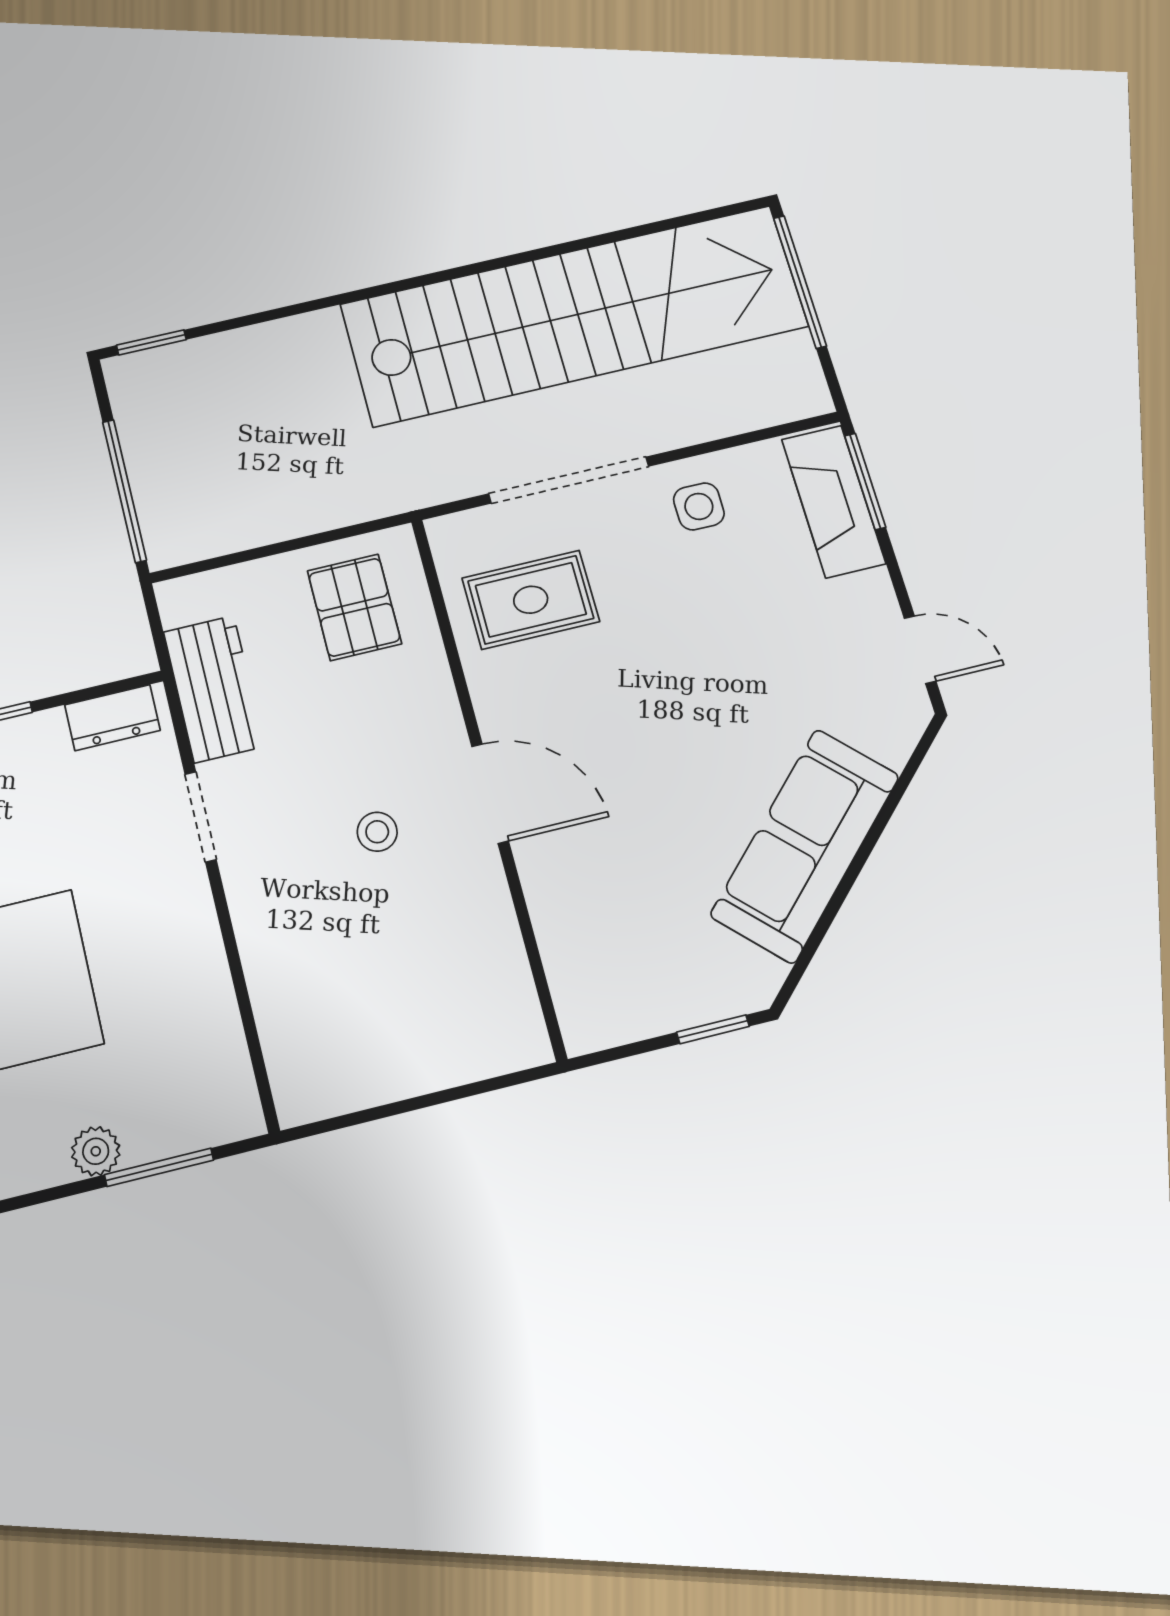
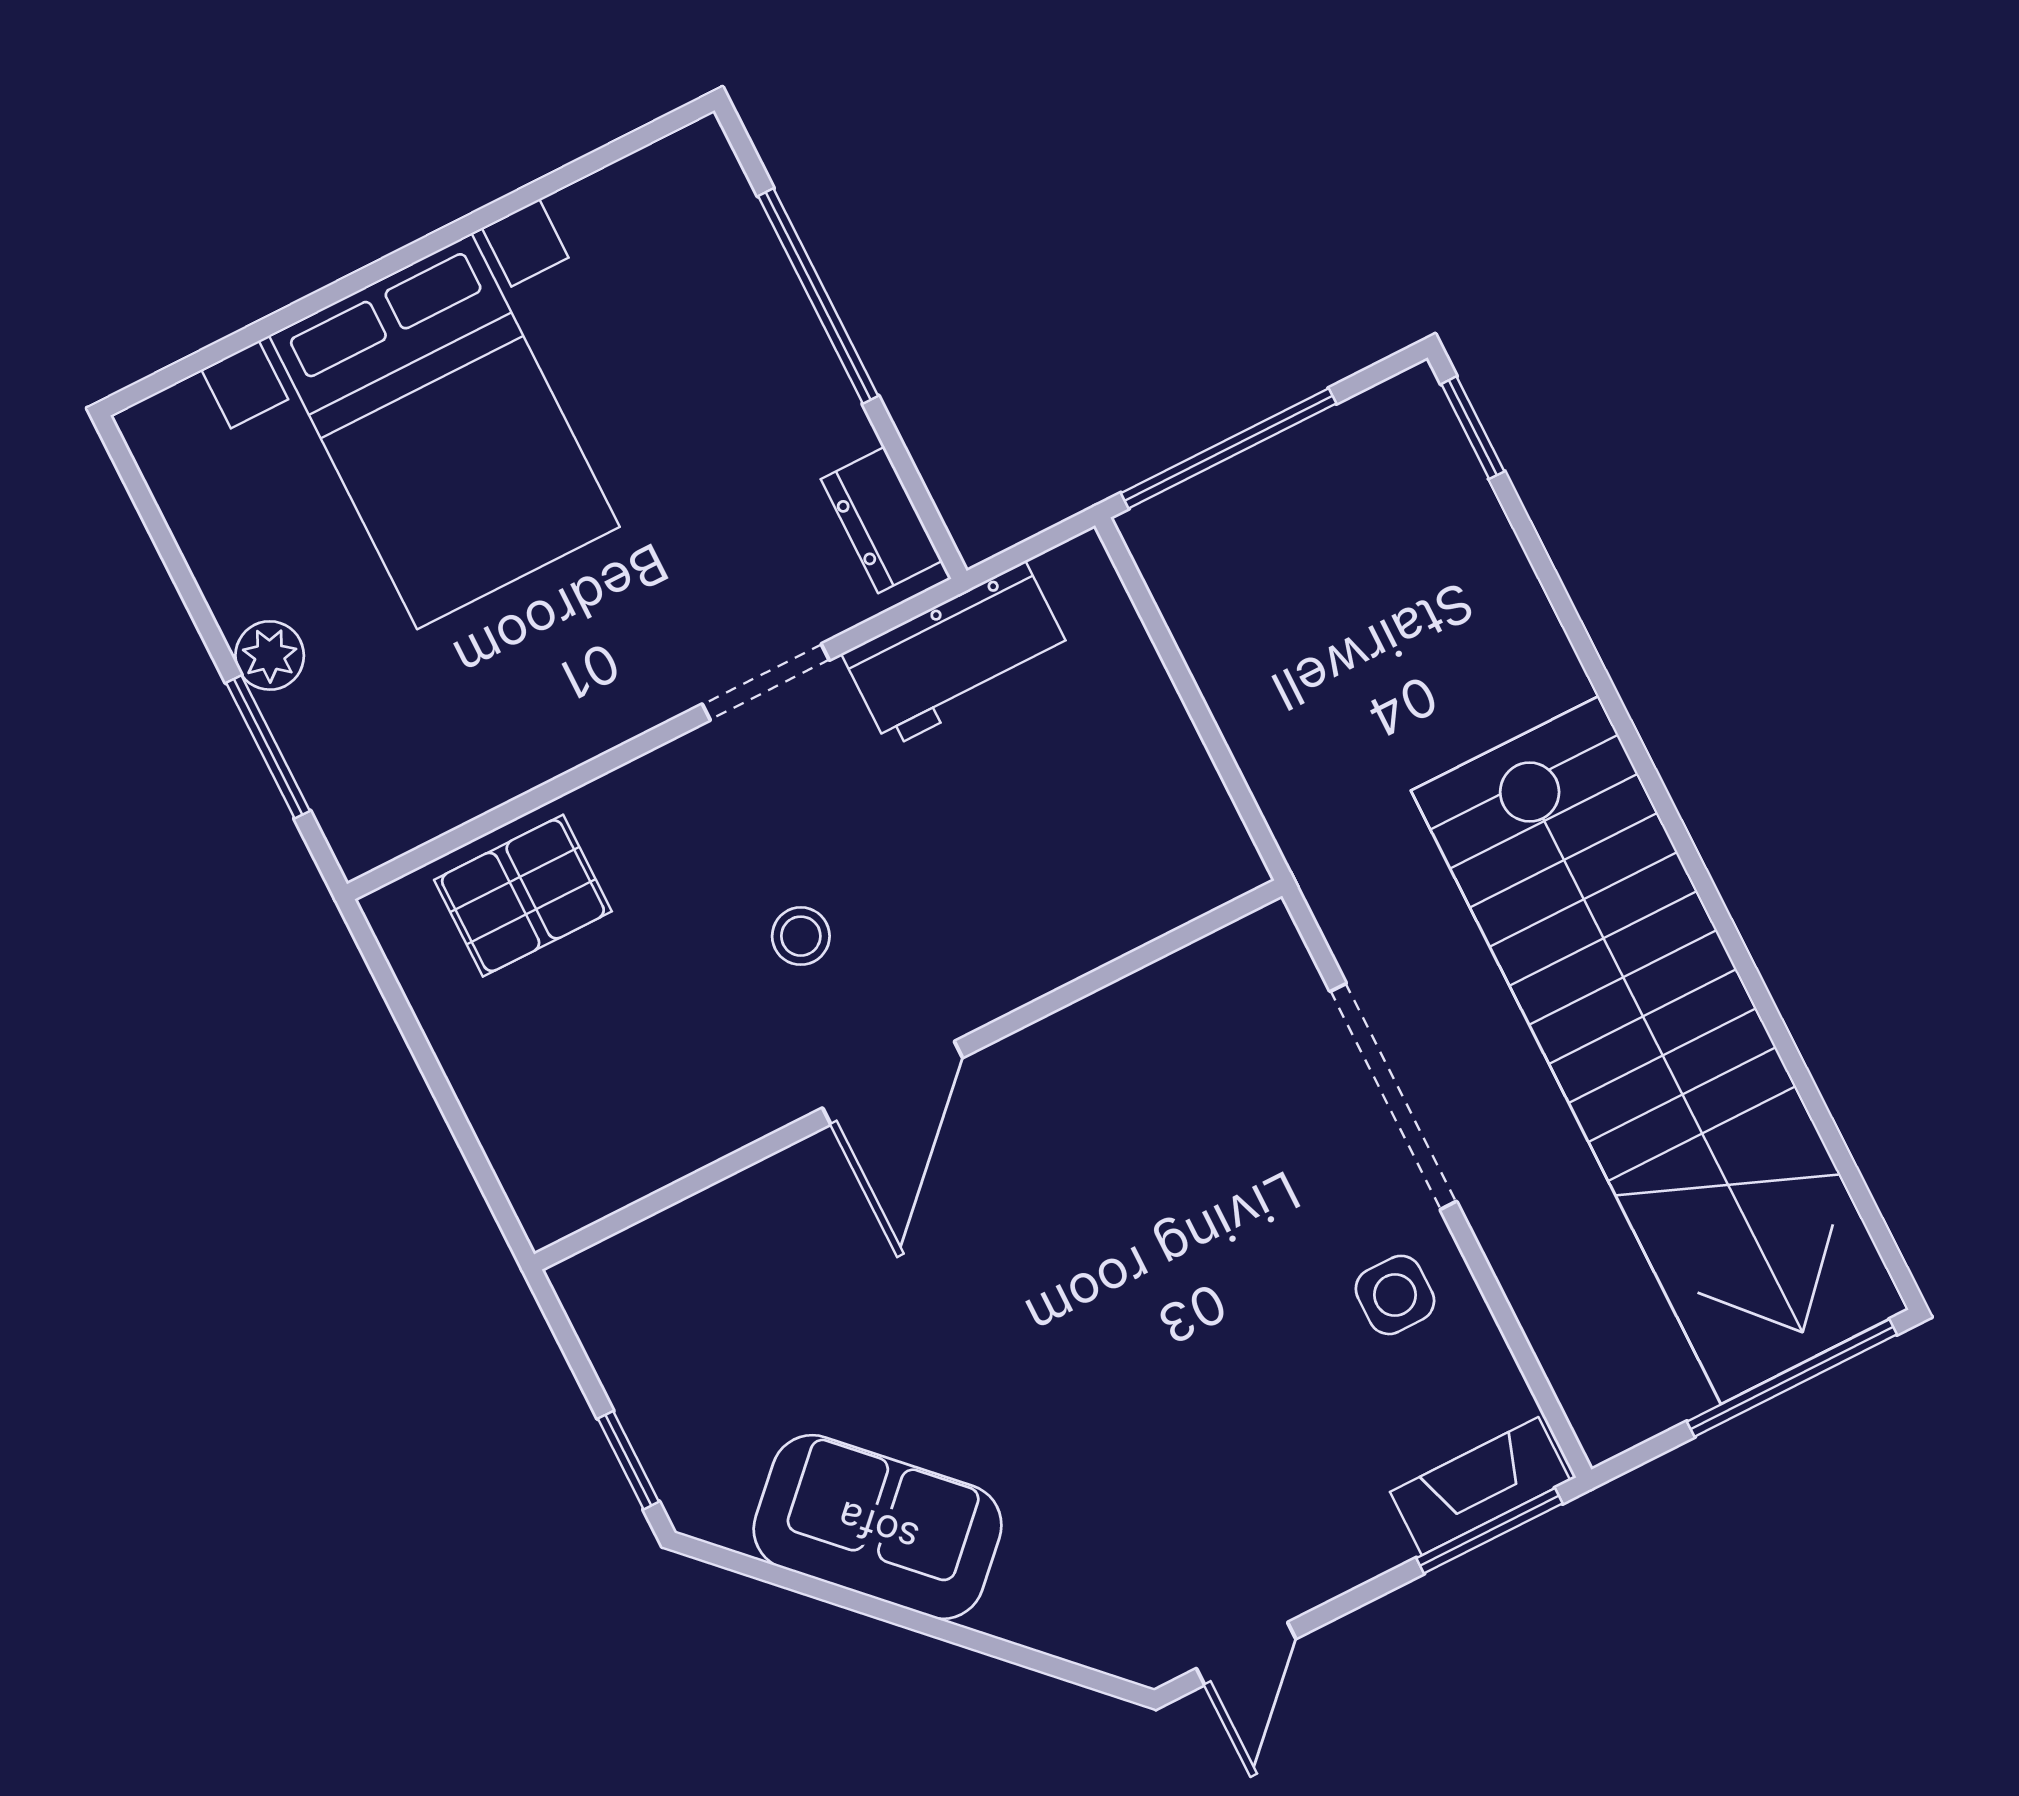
fireplace: (834, 501) -> (1480, 1486), width x0.73, depth x0.76
rug: (531, 600) -> (1195, 1080), removed
pallet: (354, 607) -> (523, 896), moved
sofa: (805, 845) -> (878, 1527), width x0.73

